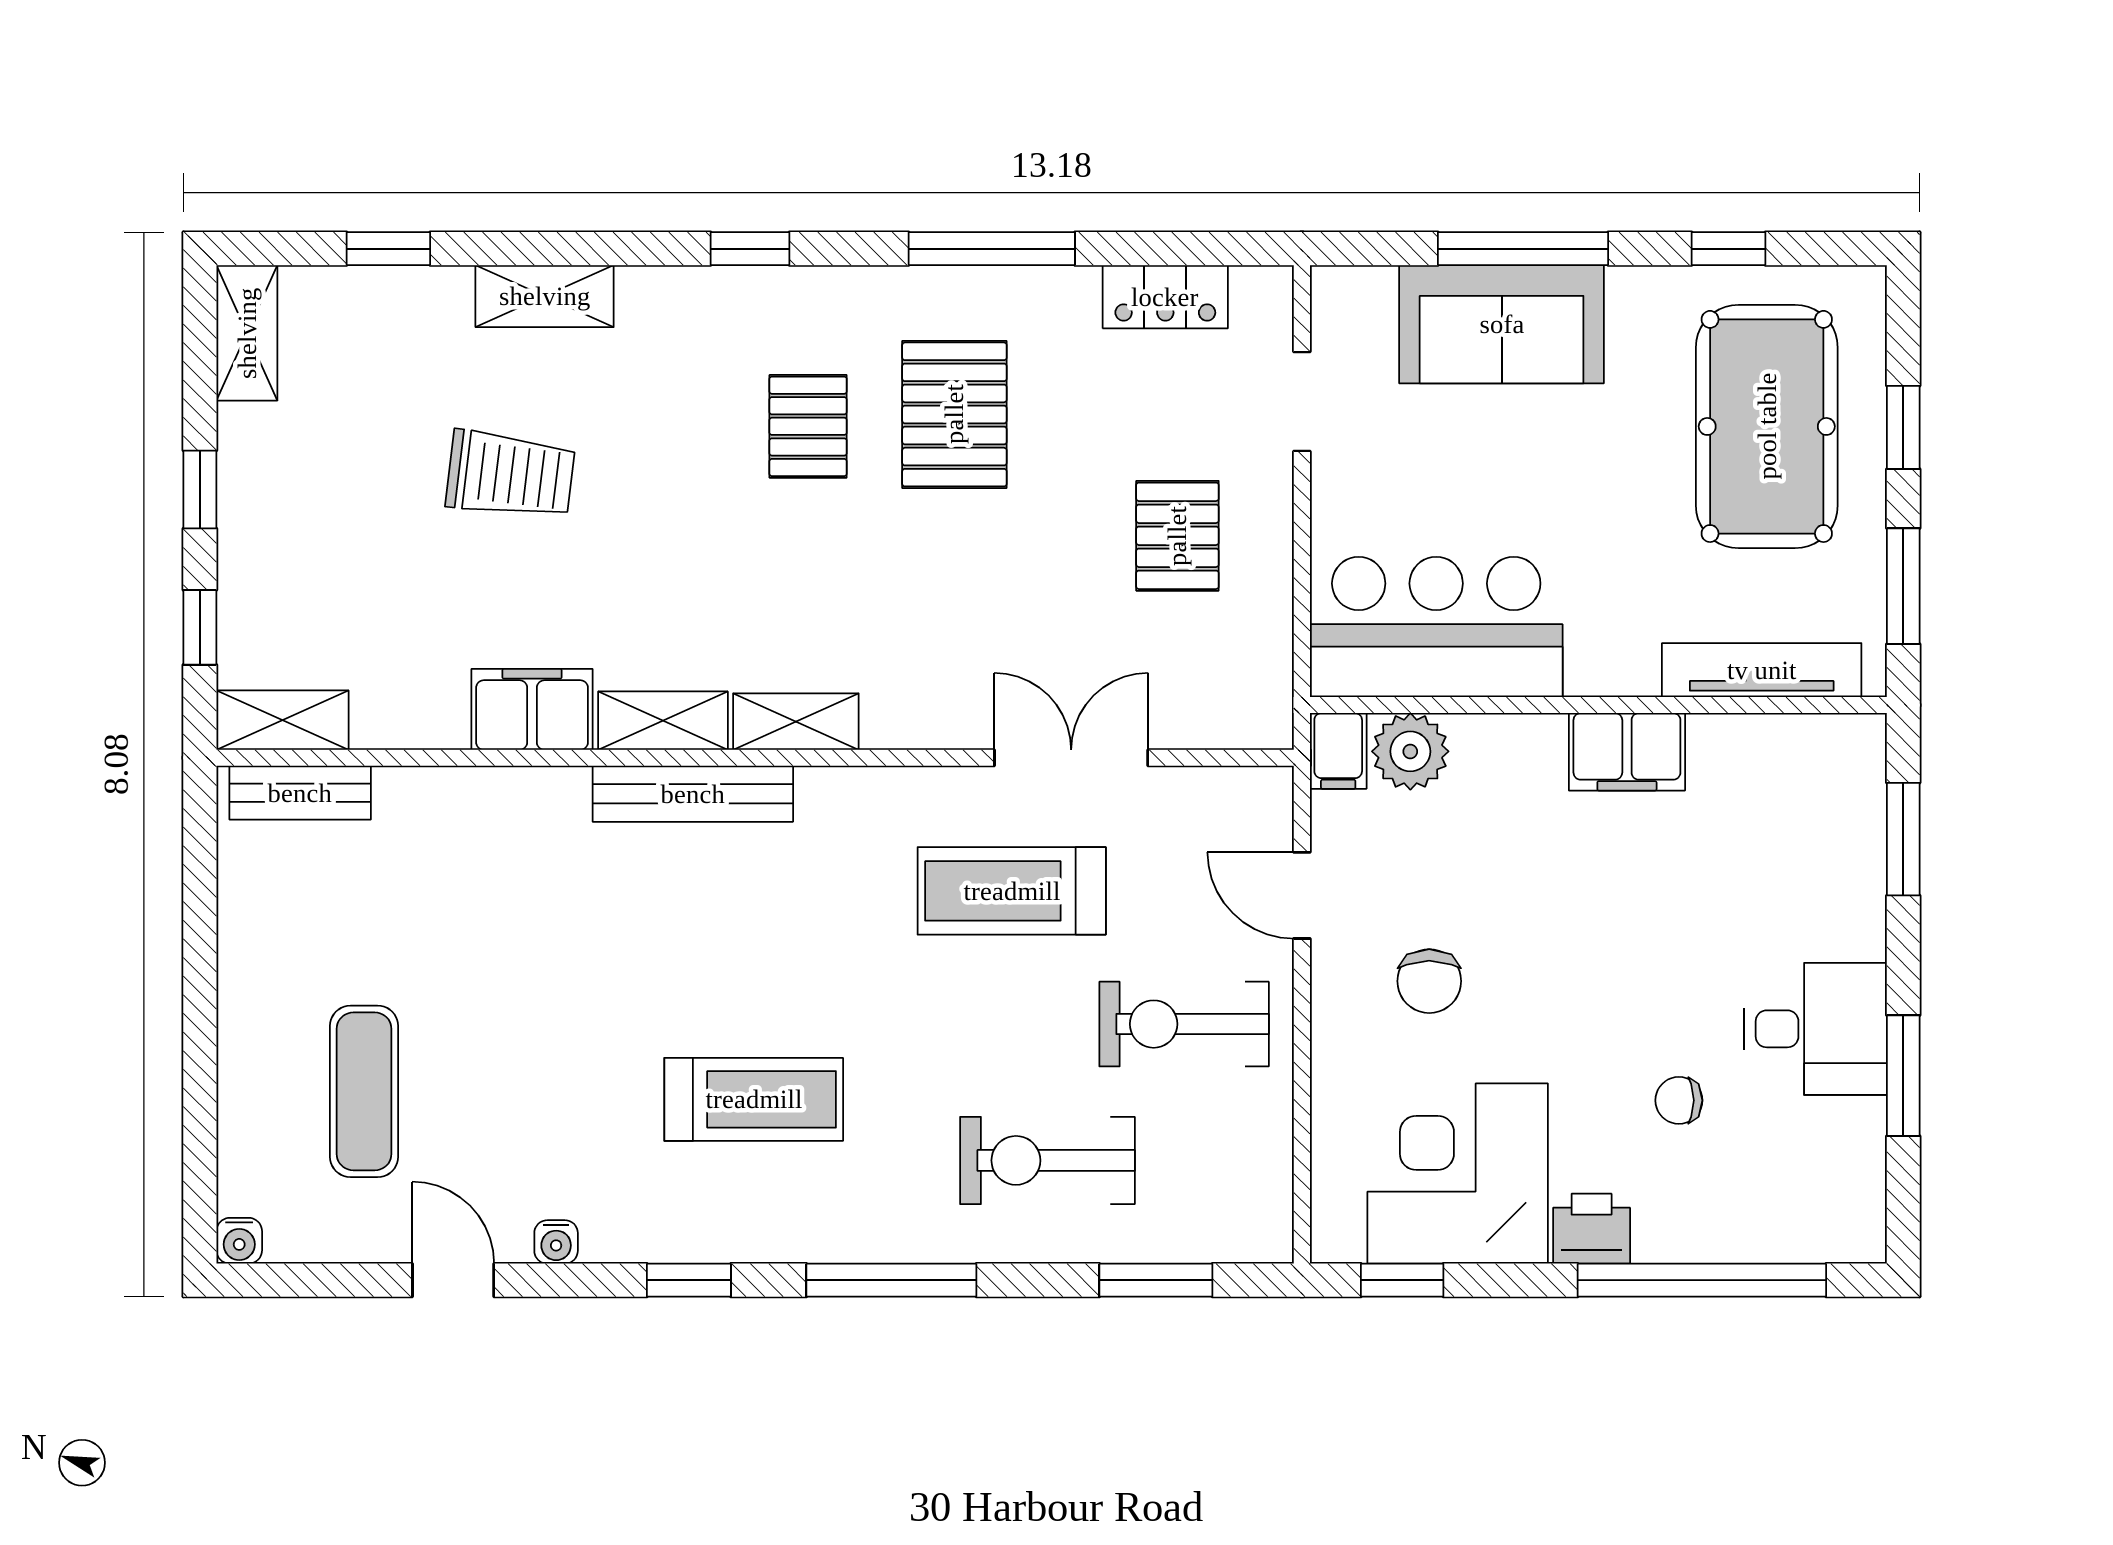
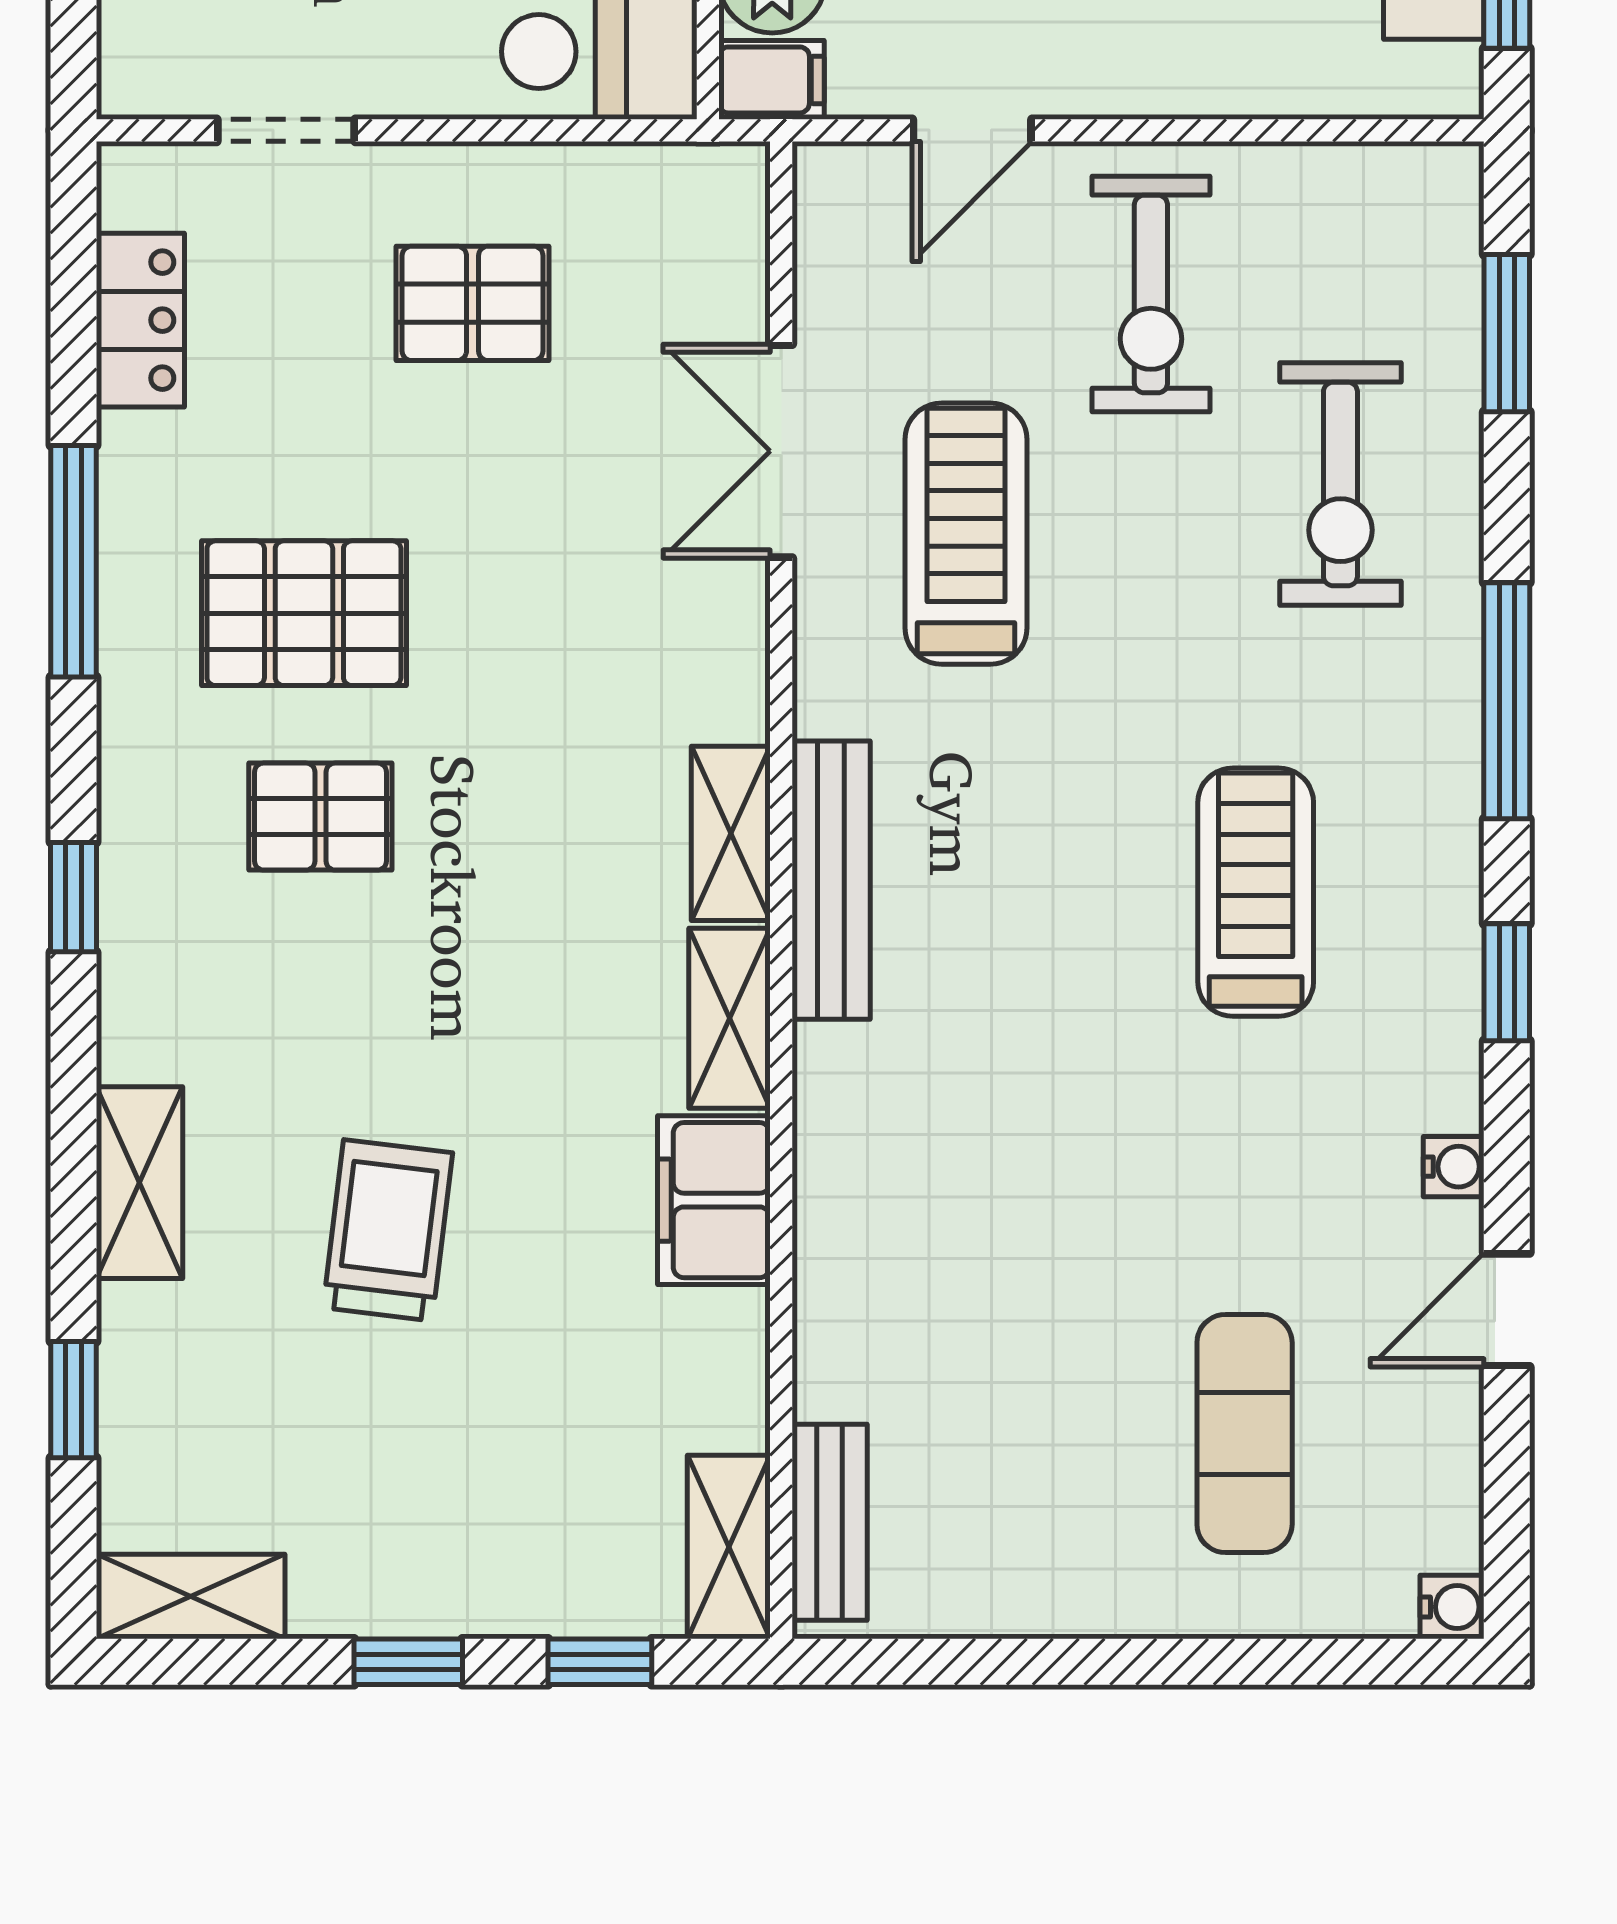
bench: (693, 794) -> (831, 880), moved
treadmill: (1012, 891) -> (966, 534), turned 180
exercise mat: (364, 1091) -> (1245, 1434), turned 90

